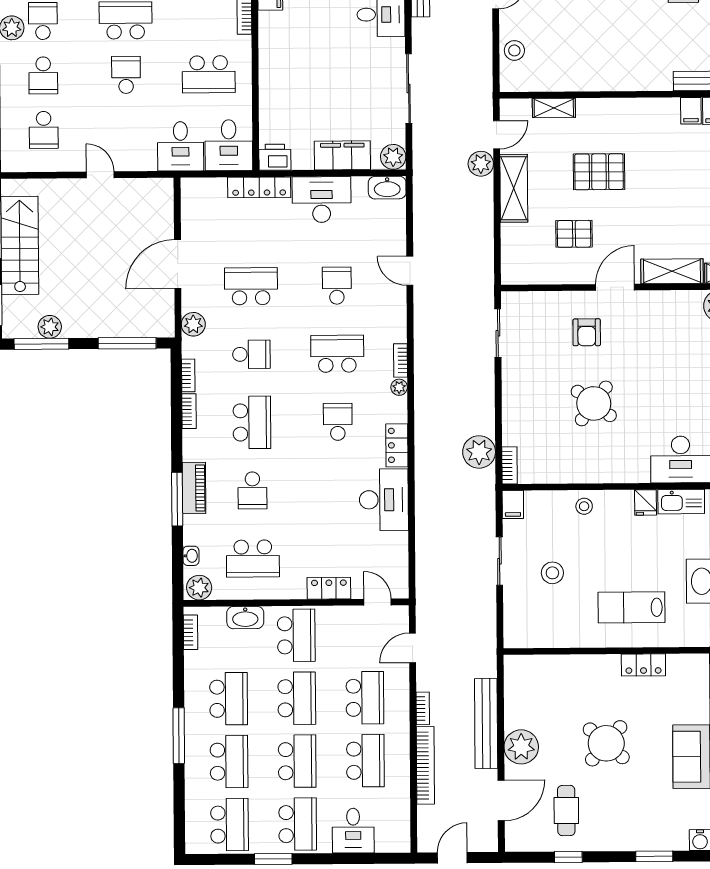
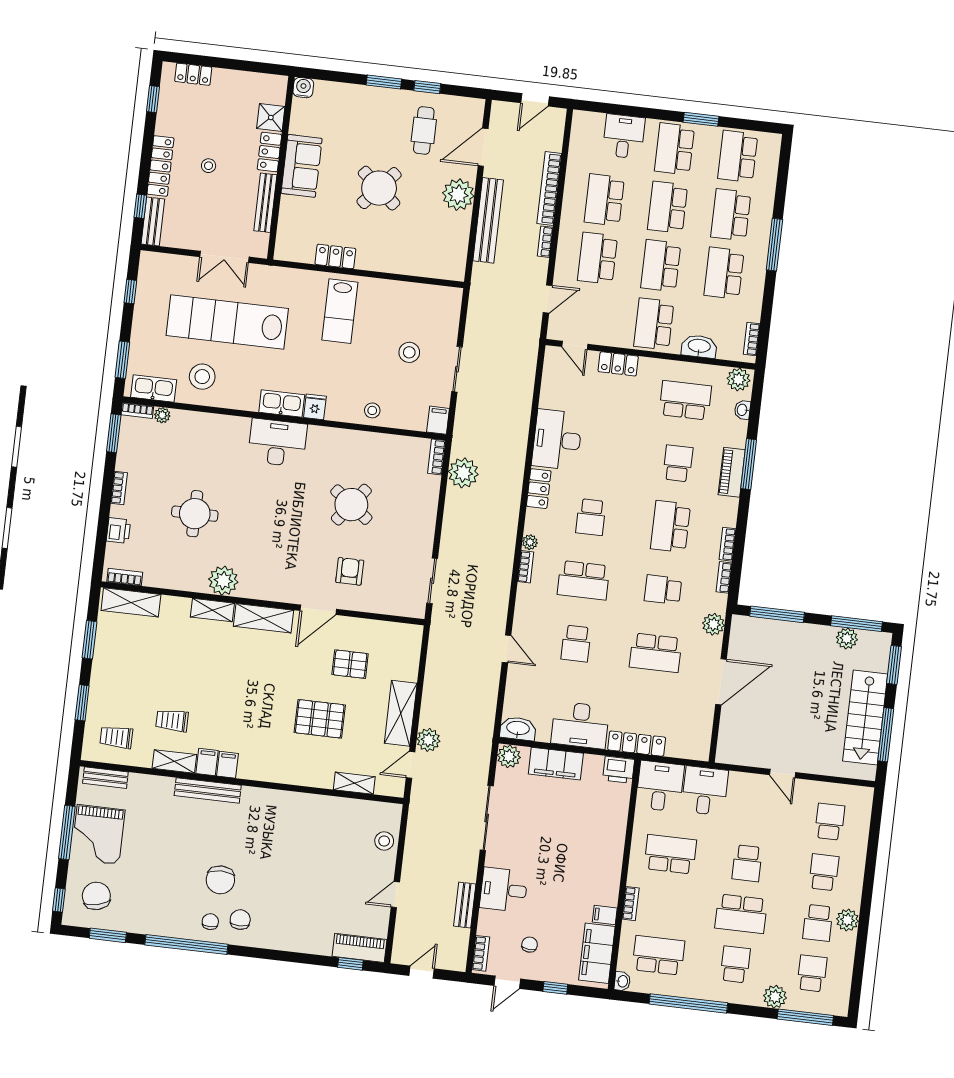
lab bench: (631, 607) -> (340, 311), turned 90
window: (654, 856) -> (384, 82), moved

